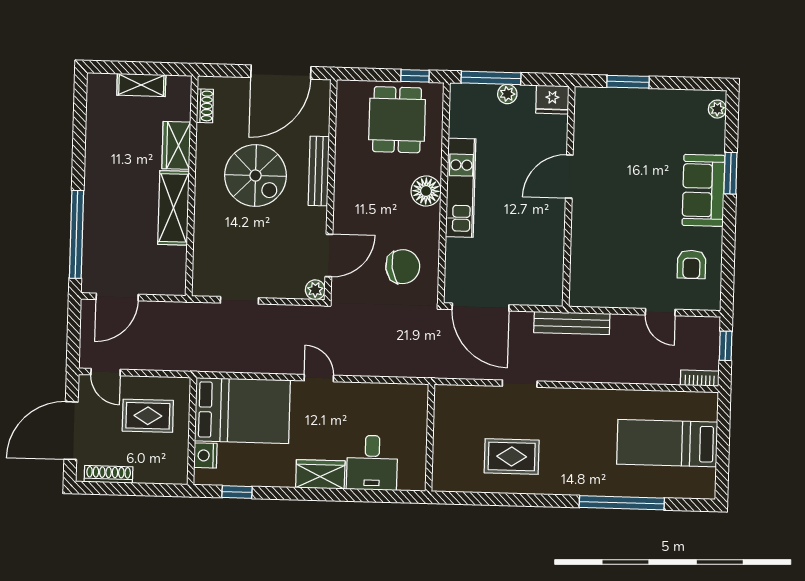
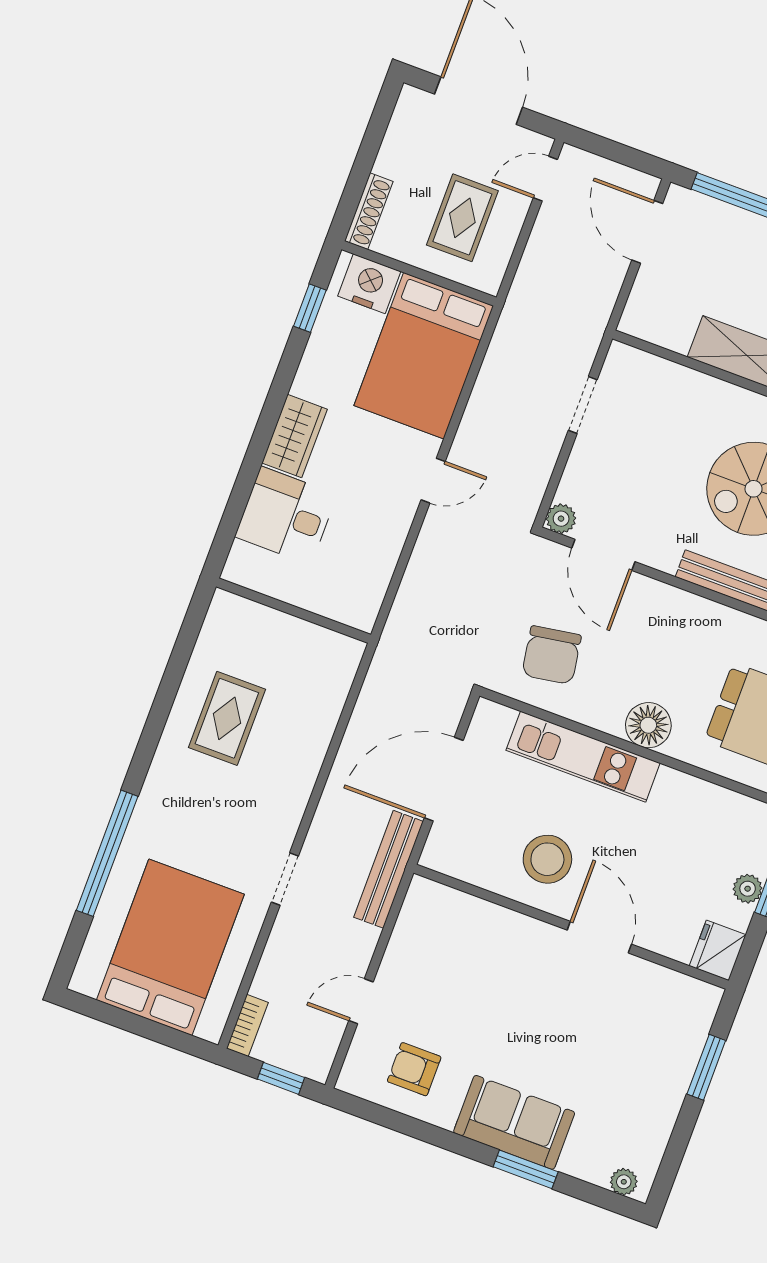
kitchen unit: (461, 188) -> (583, 757), moved
stool: (532, 226) -> (547, 859), added
door: (481, 307) -> (444, 779), moved
doorway: (520, 384) -> (285, 879), moved
bed: (667, 443) -> (170, 947), width x1.50
nightstand: (205, 455) -> (369, 284), width x1.36, depth x1.33
shoe rack: (109, 474) -> (369, 211), moved

